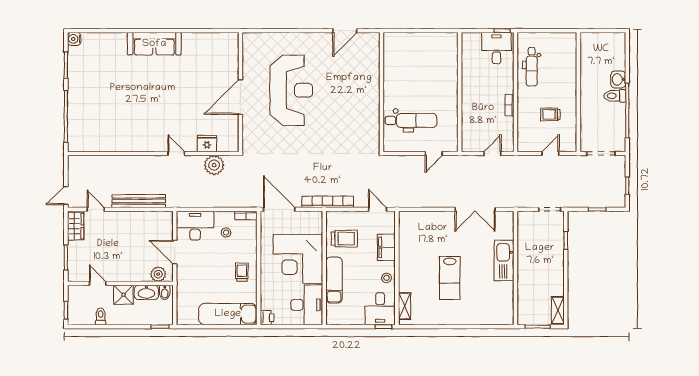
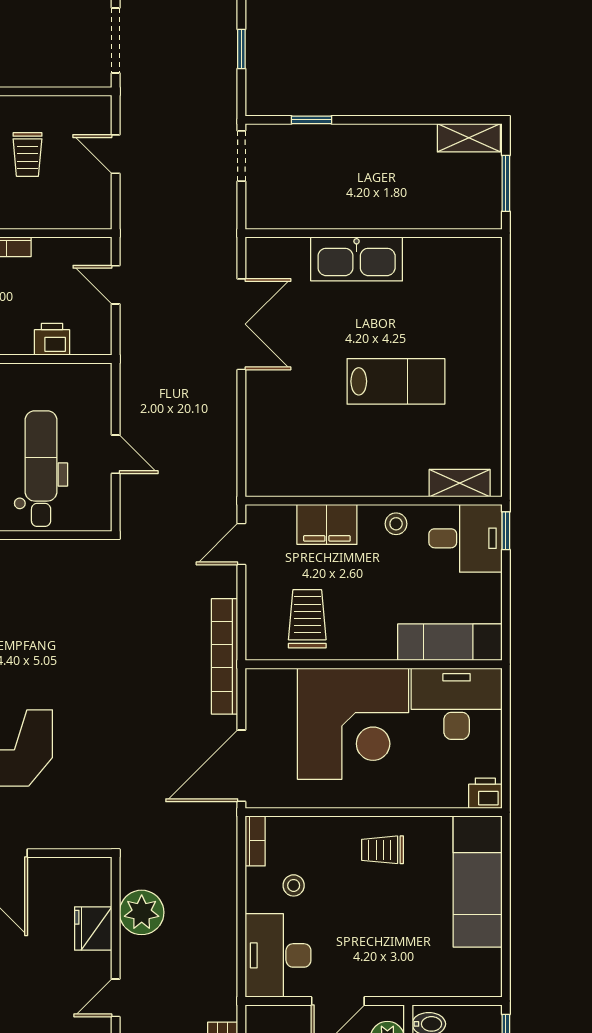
printer: (468, 125) -> (52, 339), added
door: (434, 154) -> (116, 454), moved
exam couch: (334, 280) -> (450, 642), moved

